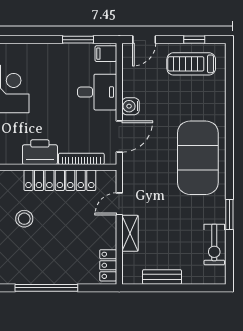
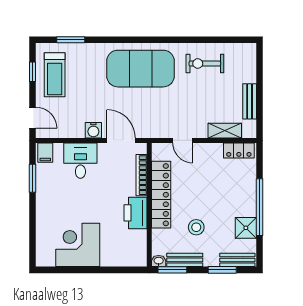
window: (229, 214) -> (71, 40), moved
shelving: (130, 233) -> (225, 131), moved
exercise bike: (214, 244) -> (205, 64), moved, turned 180
shower: (24, 273) -> (246, 228), added

